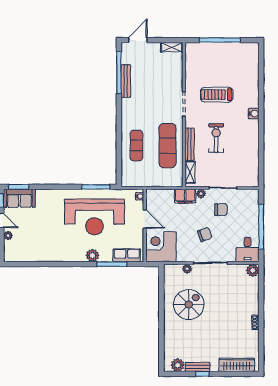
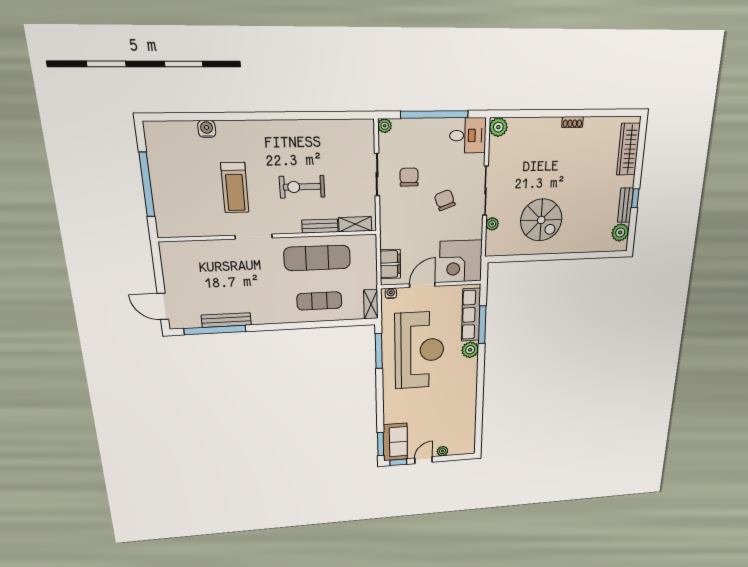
shelving: (172, 47) -> (371, 304), moved
water cooler: (254, 114) -> (207, 129), moved
bench: (190, 144) -> (320, 226), width x0.73
plant: (201, 194) -> (385, 126), moved
filing cabinet: (185, 196) -> (390, 264), moved
row of seats: (127, 255) -> (471, 315), width x1.48
spiral stairs: (189, 305) -> (541, 220), turned 180

